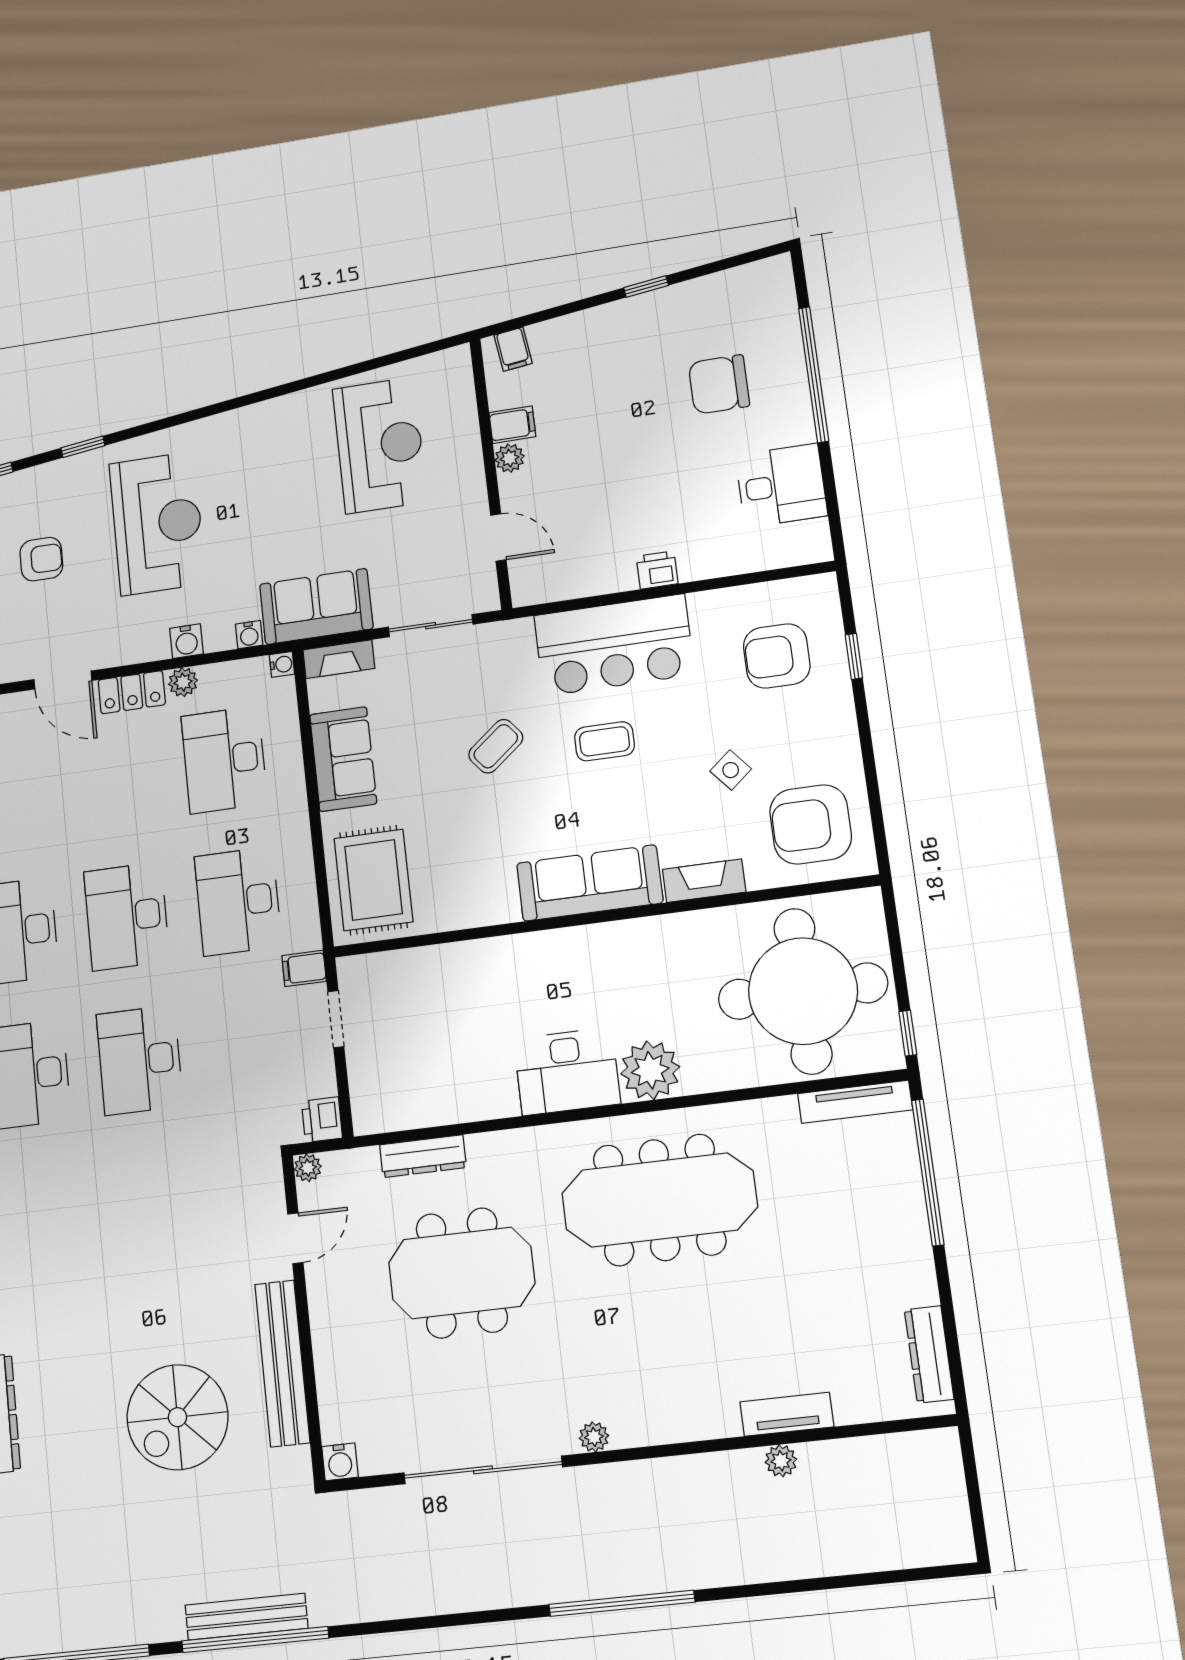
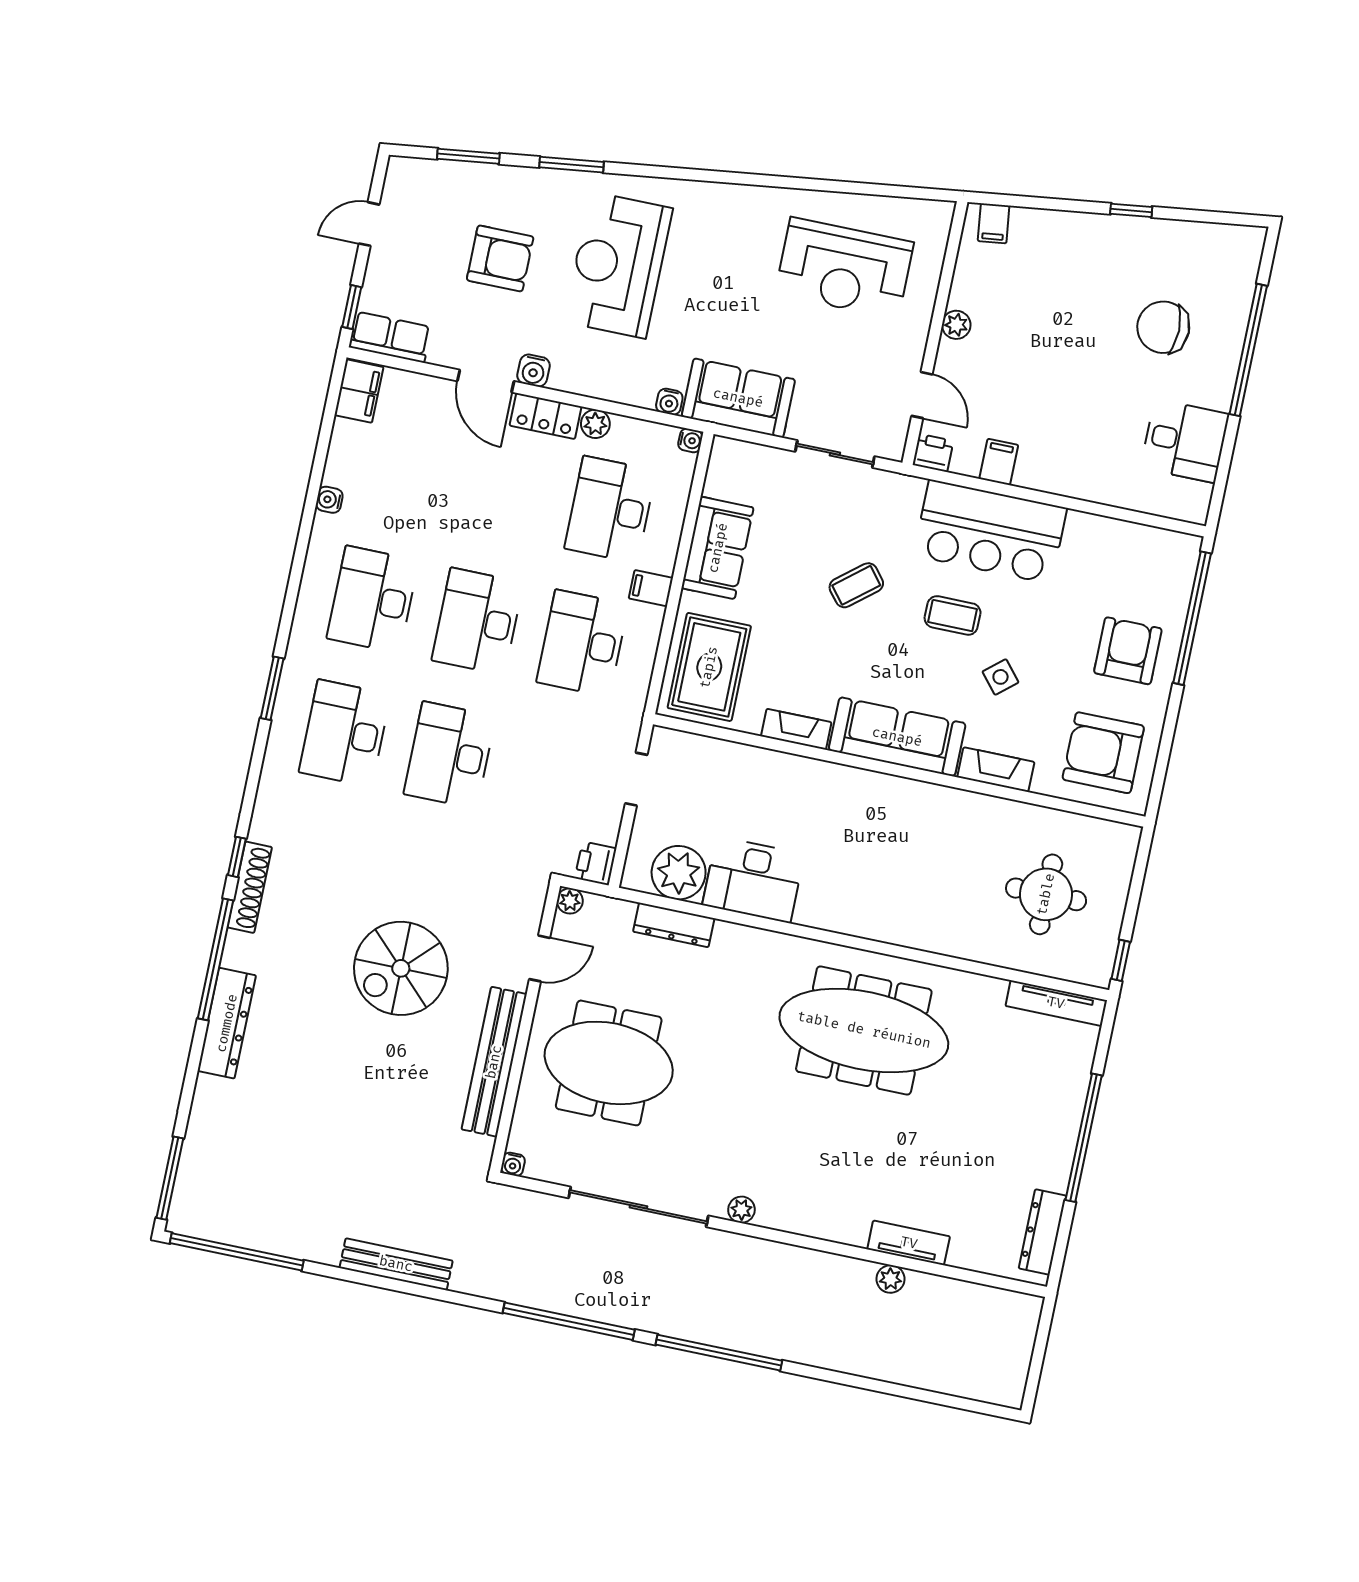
filing cabinet: (512, 425) -> (999, 462), moved, turned -90
reception desk: (380, 445) -> (844, 268), turned 90
window: (83, 447) -> (572, 165), width x1.50
reception desk: (157, 523) -> (618, 265), turned 180
armchair: (41, 559) -> (500, 258), width x1.38, depth x1.38
printer: (657, 570) -> (933, 453), moved
water cooler: (186, 641) -> (534, 370), moved
armchair: (777, 656) -> (1128, 651), moved, turned 90
window: (854, 656) -> (1192, 618), width x3.17
fireplace: (339, 659) -> (796, 729), moved, turned 180
side table: (731, 770) -> (1000, 677), moved
filing cabinet: (304, 968) -> (651, 588), moved
round table: (803, 991) -> (1046, 894), width x0.54, depth x0.54
plant: (650, 1070) -> (679, 873), moved
desk: (567, 1071) -> (753, 880), moved
window: (928, 1172) -> (1084, 1138), moved
meeting table: (462, 1273) -> (609, 1063), moved
spiral stairs: (177, 1417) -> (401, 968), moved
water cooler: (340, 1462) -> (513, 1164), width x0.72, depth x0.72
window: (255, 1639) -> (569, 1321), moved

